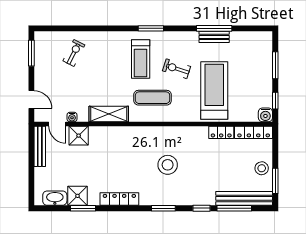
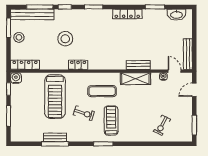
door: (31, 100) -> (194, 90), hinge flipped
bench: (105, 132) -> (138, 65), added
locker: (221, 132) -> (78, 65), moved
shower: (79, 136) -> (158, 62), removed
stool: (168, 165) -> (65, 39), moved
shower: (78, 196) -> (159, 16), removed

